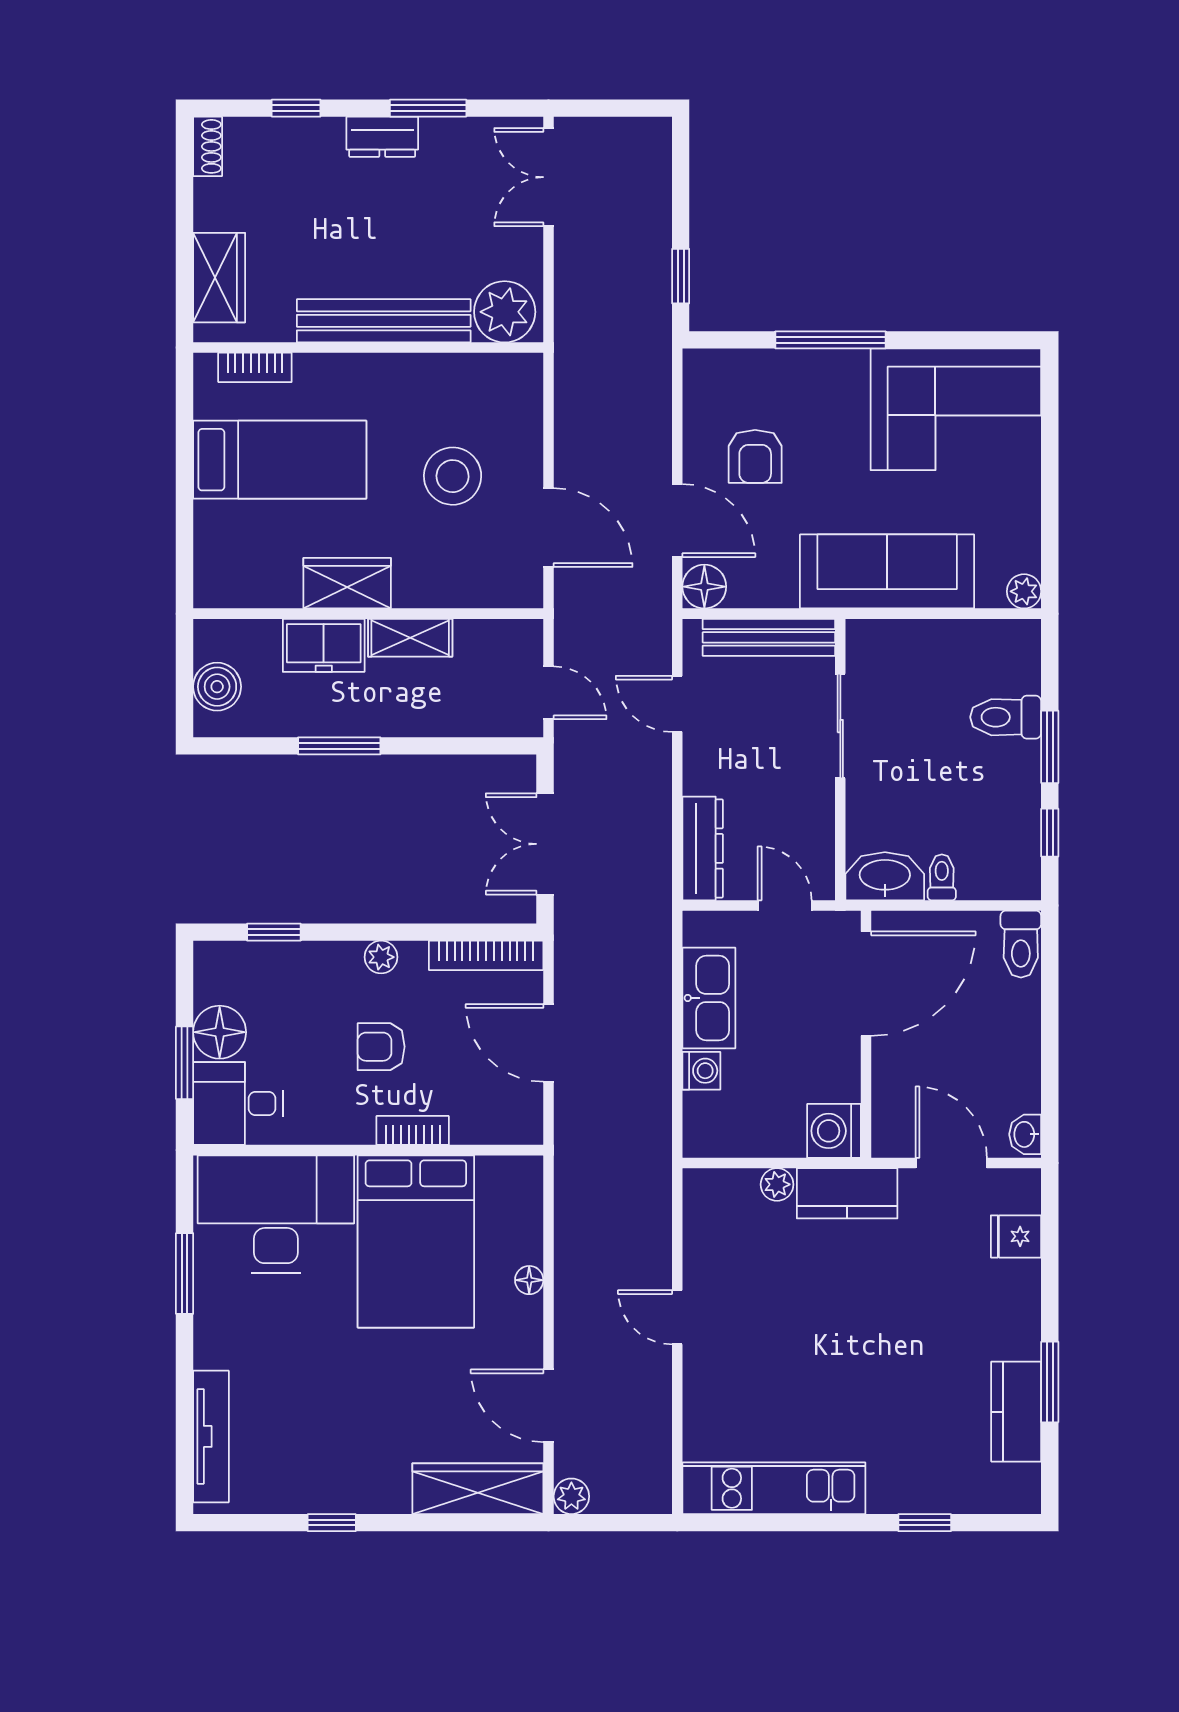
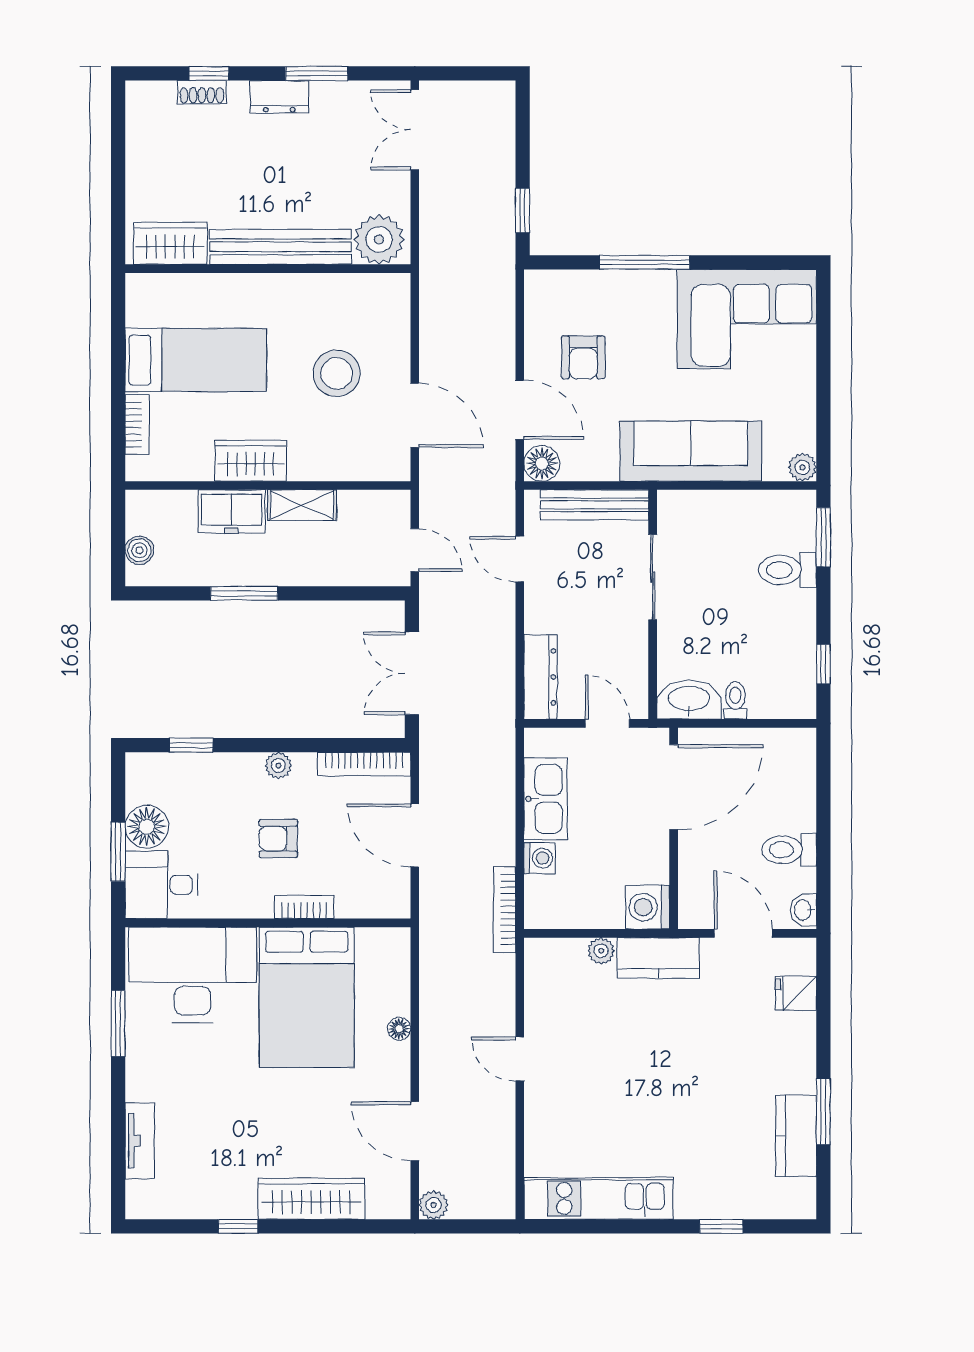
shoe rack: (208, 146) -> (202, 92), moved, turned 90
wardrobe: (219, 278) -> (170, 243), moved, turned -90
bookcase: (255, 367) -> (137, 425), moved, turned -90
boiler: (217, 687) -> (139, 550), width x0.73, depth x0.73
window: (1050, 747) -> (823, 537), moved
toilet: (1021, 944) -> (789, 850), moved, turned 90
bookcase: (659, 1134) -> (505, 910), added
tv unit: (211, 1436) -> (140, 1141), width x0.71
wardrobe: (478, 1489) -> (311, 1199), moved

